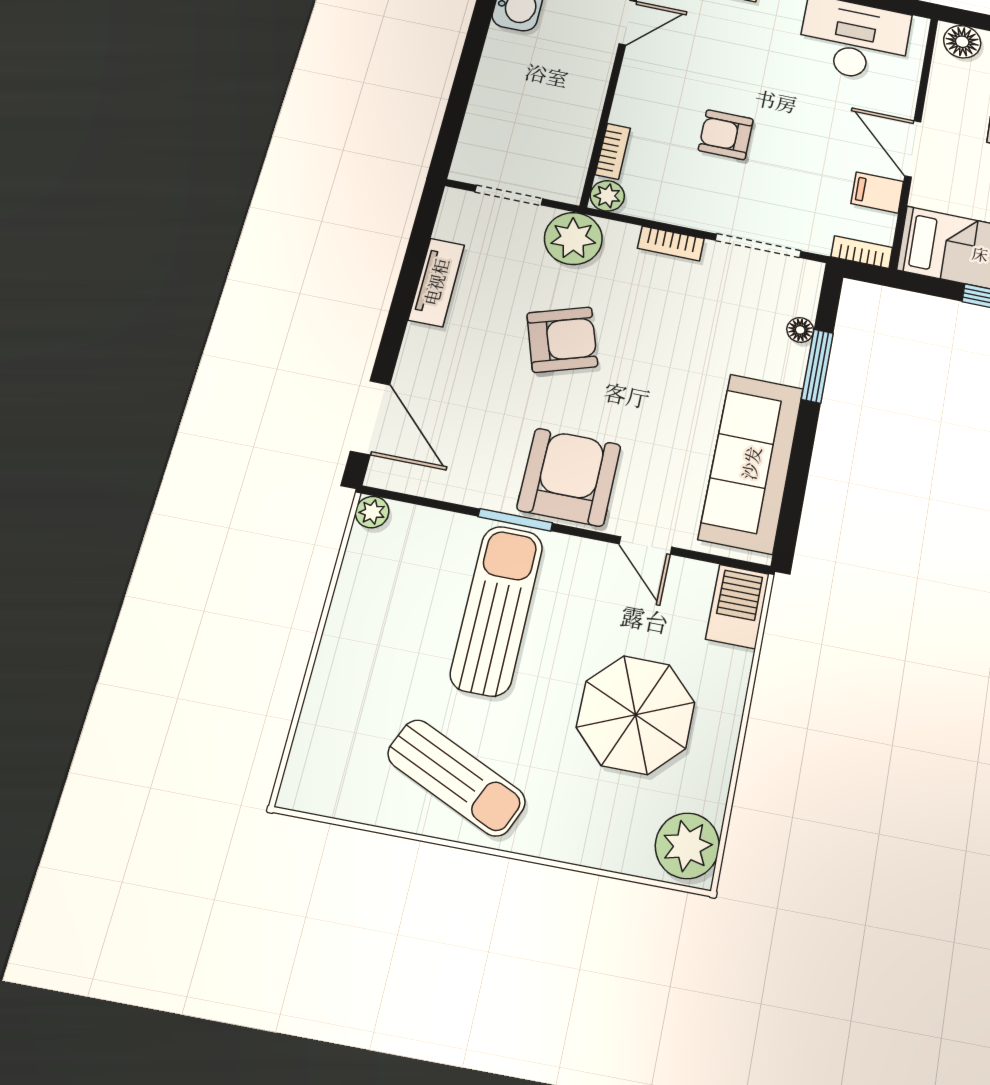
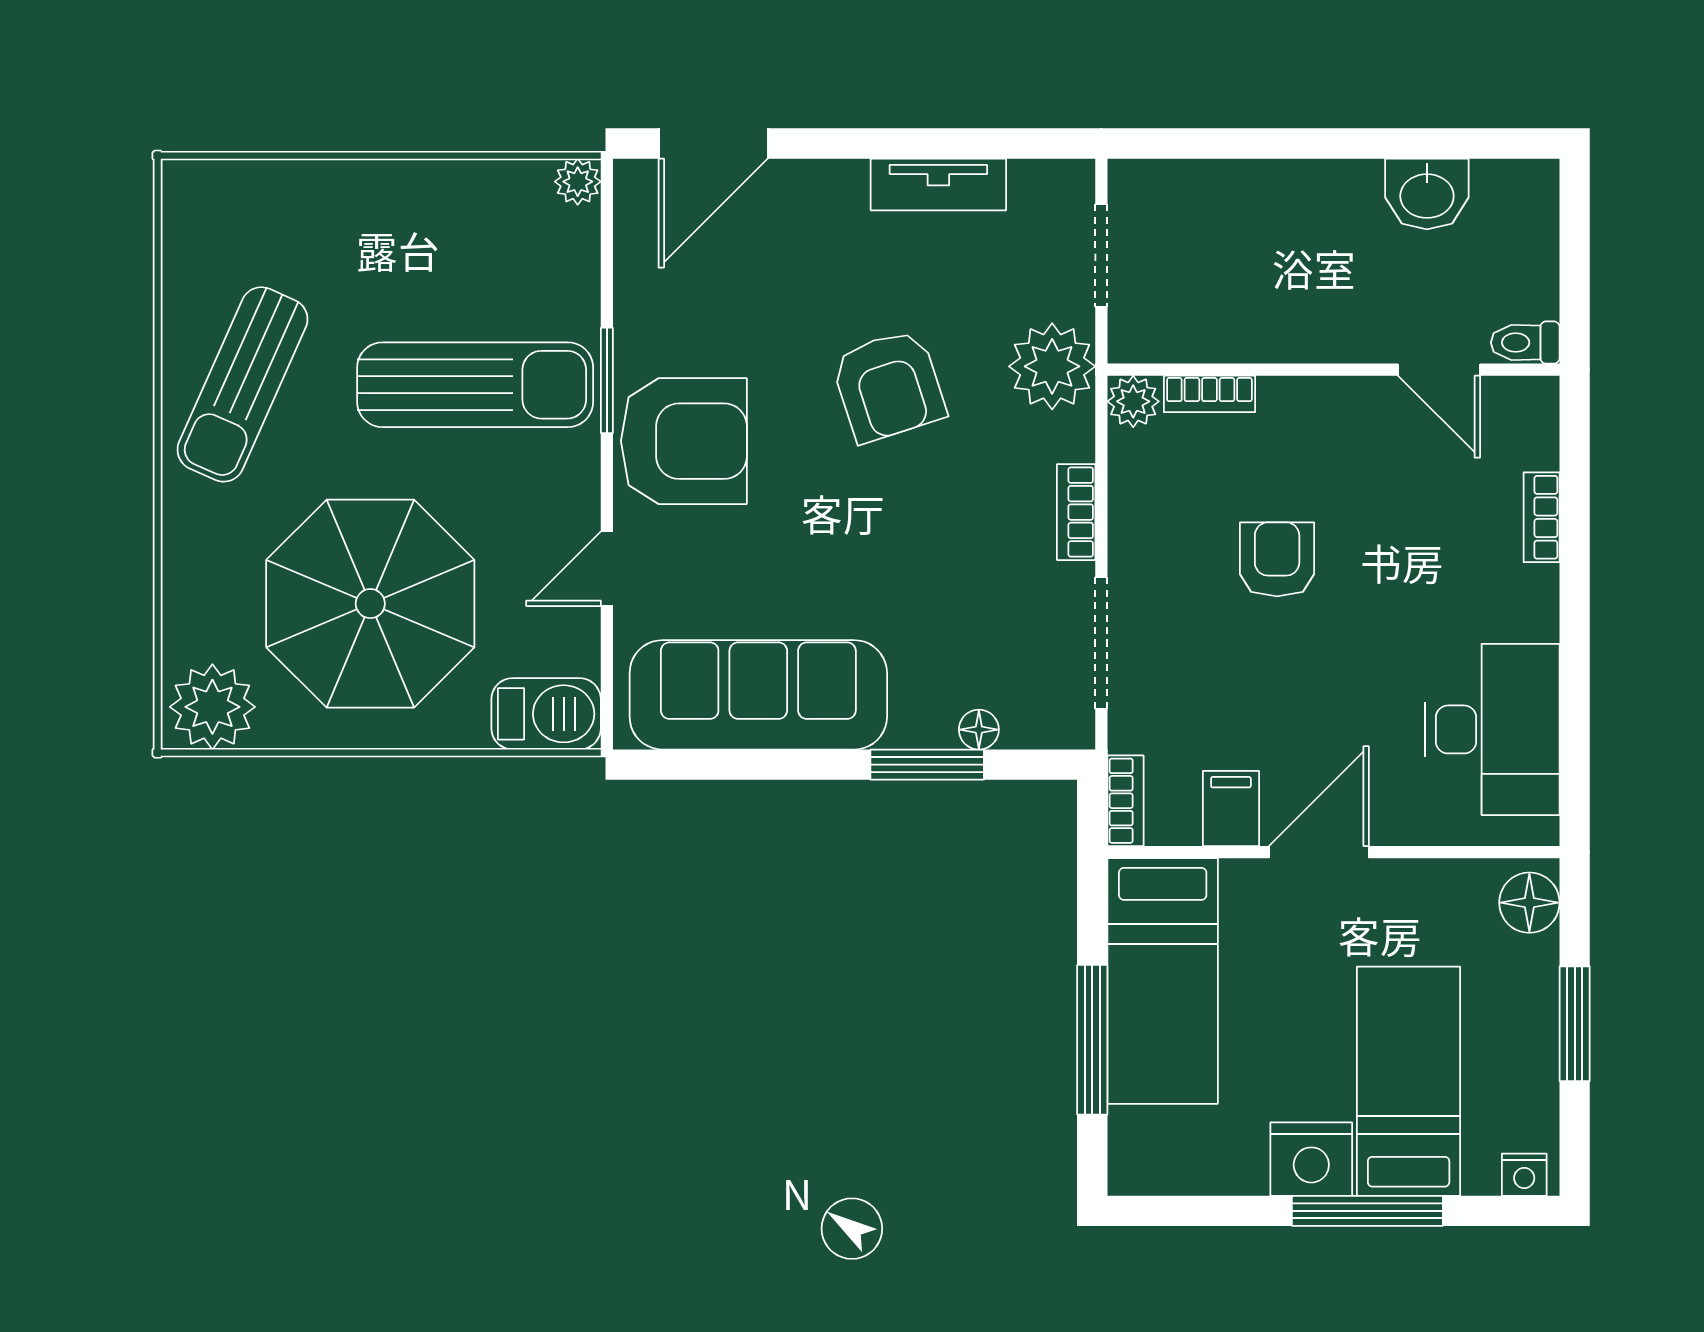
parasol: (636, 715) -> (370, 604), width x1.36, depth x1.36

